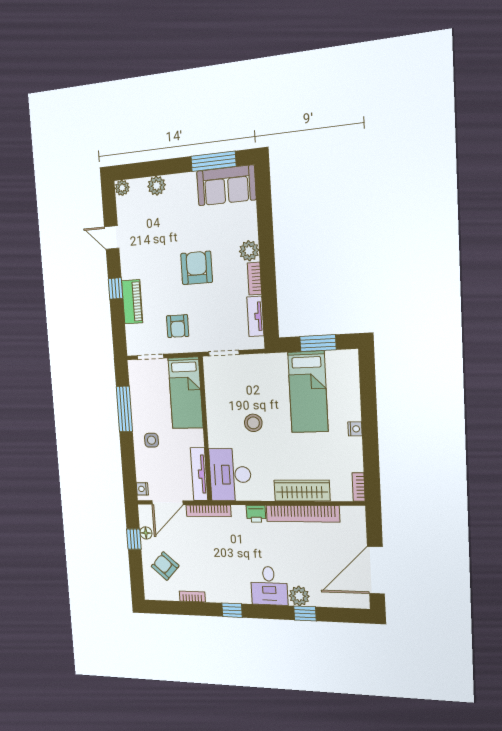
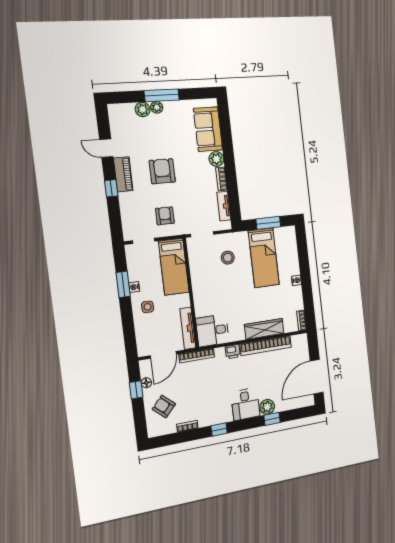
window: (213, 161) -> (162, 95), moved
sofa: (226, 185) -> (208, 129), moved, turned 90
plant: (122, 188) -> (157, 107), moved
armchair: (197, 268) -> (162, 171), moved
piano: (132, 302) -> (123, 174), moved
armchair: (178, 326) -> (165, 216), turned 180
window: (124, 409) -> (123, 284), width x0.69
stool: (253, 423) -> (228, 258), moved
desk: (230, 475) -> (213, 330), width x0.73
nightstand: (142, 489) -> (134, 287), moved

